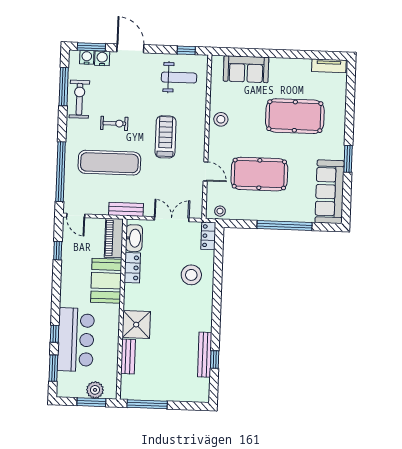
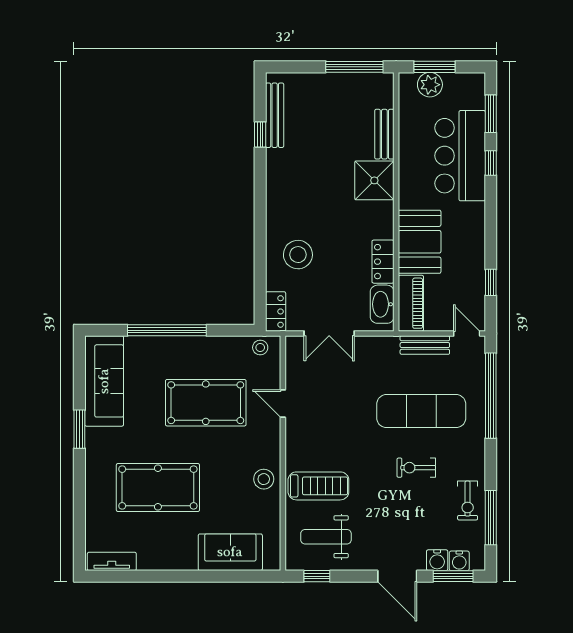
exercise bike: (79, 99) -> (468, 501), width x0.73, depth x0.72
treadmill: (166, 137) -> (318, 486), moved, turned -90
bench: (126, 209) -> (425, 345), moved
bench: (205, 355) -> (275, 115), moved

